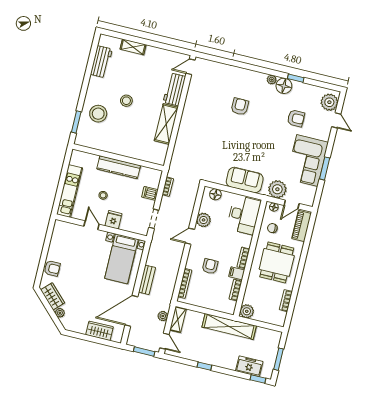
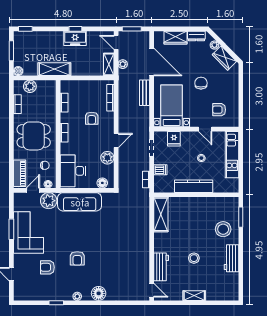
shelving: (133, 47) -> (194, 296), moved
workbench: (101, 62) -> (231, 258), moved
door: (190, 67) -> (152, 290), hinge flipped
floor lamp: (284, 86) -> (99, 293), moved
stool: (126, 101) -> (194, 258), moved
plant: (329, 102) -> (21, 289), removed
armchair: (240, 107) -> (77, 258), moved
shelving: (166, 124) -> (161, 214), moved
sofa: (245, 180) -> (80, 202), width x1.36
fridge: (113, 220) -> (174, 139), moved
dining table: (277, 262) -> (34, 136), turned 90
armchair: (52, 268) -> (219, 110), moved
filing cabinet: (237, 273) -> (67, 118), removed
chair: (84, 276) -> (201, 83), added
door: (131, 311) -> (152, 62), hinge flipped
plant: (247, 311) -> (30, 86), moved
dresser: (77, 327) -> (196, 36), added
shelving: (229, 327) -> (54, 69), width x0.68
boiler: (276, 336) -> (18, 71), added
freezer: (249, 366) -> (75, 38), moved

